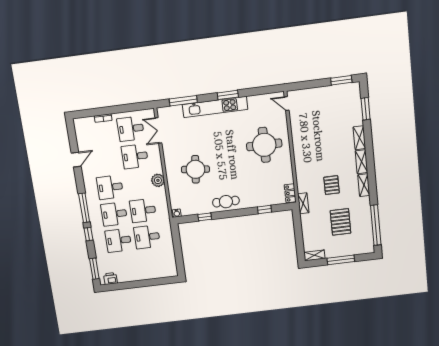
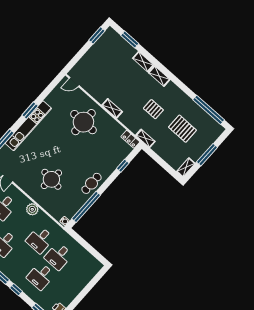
shelving: (364, 185) -> (112, 108), moved
desk: (114, 214) -> (22, 260), removed
window: (205, 217) -> (86, 207), width x3.17

